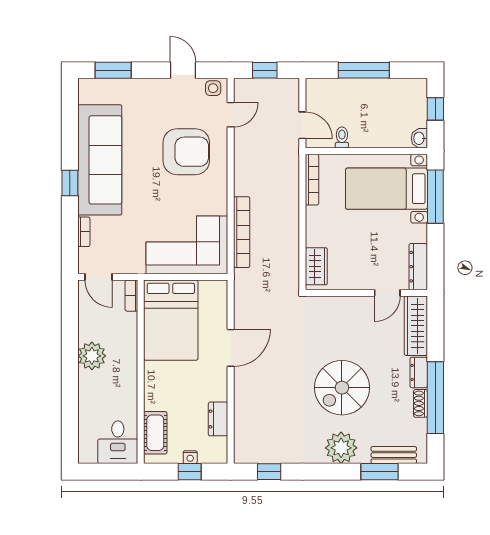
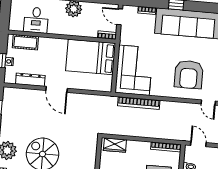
door: (302, 125) -> (198, 144), swing flipped
door: (99, 277) -> (120, 17), hinge flipped
door: (231, 348) -> (57, 89), moved
dresser: (218, 419) -> (30, 80), width x1.44
desk: (118, 442) -> (36, 20), moved, turned -90

